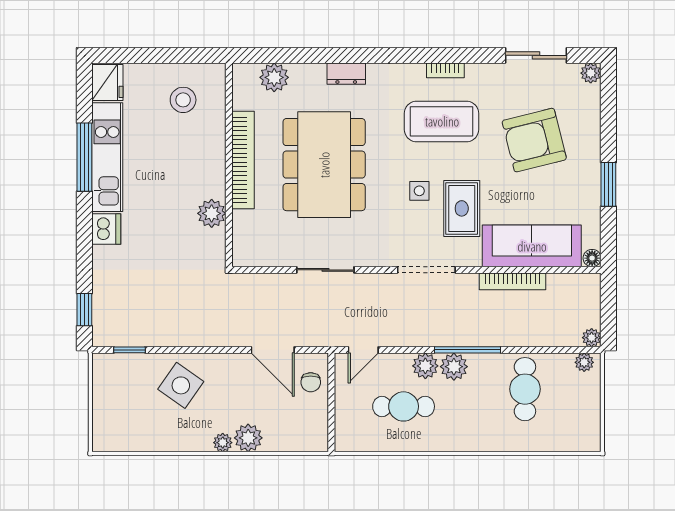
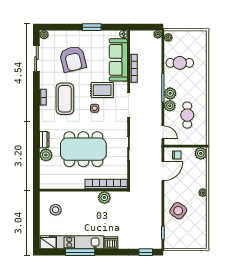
plant: (274, 77) -> (46, 155), moved
bookcase: (243, 160) -> (106, 184), moved
plant: (248, 438) -> (201, 153), moved

